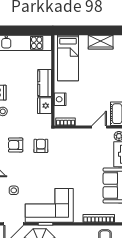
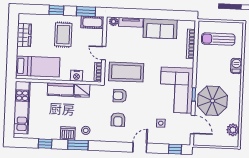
rug: (103, 83) -> (63, 35), added
door: (99, 127) -> (104, 53), moved
coffee table: (66, 152) -> (126, 72), added

